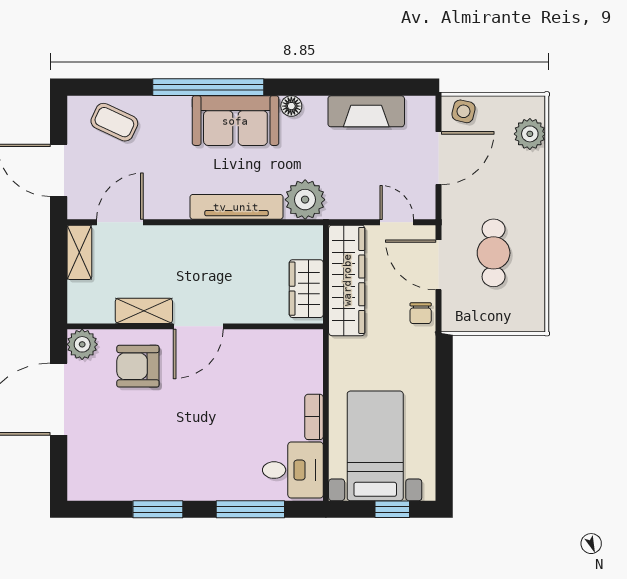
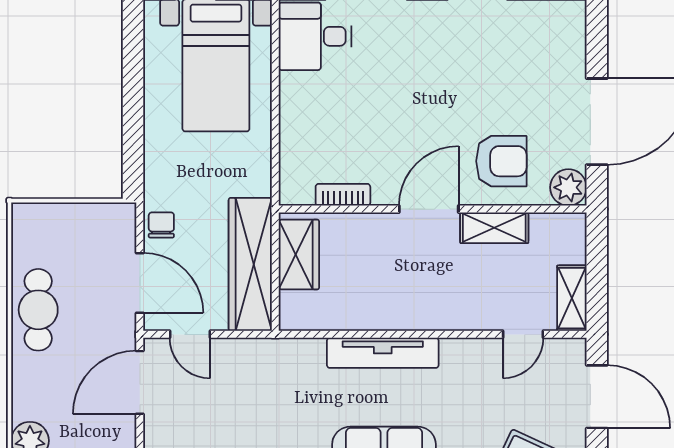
door: (438, 158) -> (140, 382), moved
plant: (305, 200) -> (300, 362), removed
door: (120, 222) -> (523, 334), width x0.73
cafe table: (494, 253) -> (38, 310), moved
bookcase: (314, 417) -> (343, 195), moved, turned -90

